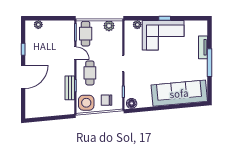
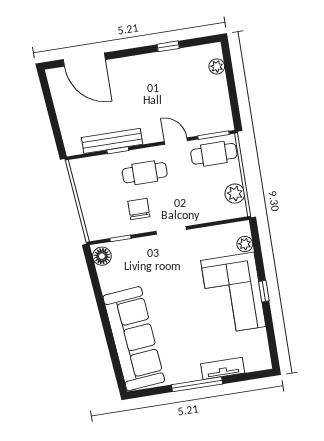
door: (75, 53) -> (176, 141), swing flipped
door: (23, 77) -> (84, 60), moved
bench: (70, 88) -> (112, 141), width x1.36
chair: (107, 100) -> (139, 209), moved
side table: (86, 103) -> (90, 175), removed

